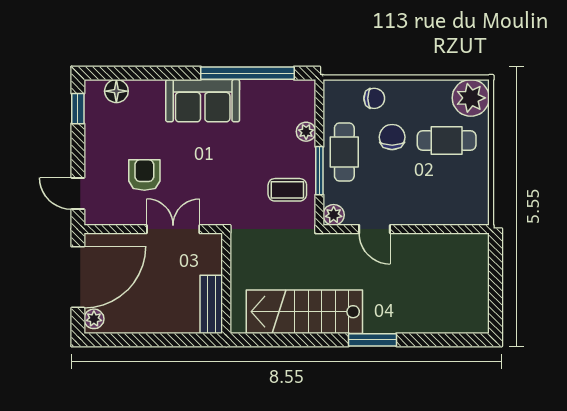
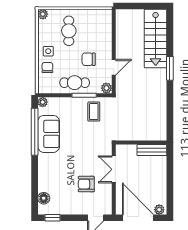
plant: (471, 98) -> (43, 14), width x0.53, depth x0.53
side table: (406, 100) -> (48, 51), added
sofa: (203, 101) -> (49, 134), moved
plant: (306, 132) -> (43, 102), moved
chair: (392, 137) -> (89, 59), moved
stairs: (304, 312) -> (156, 39), moved

